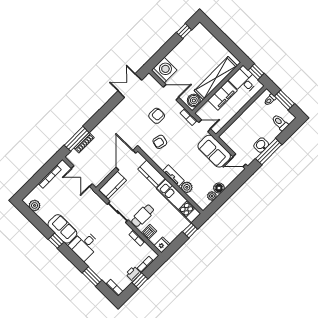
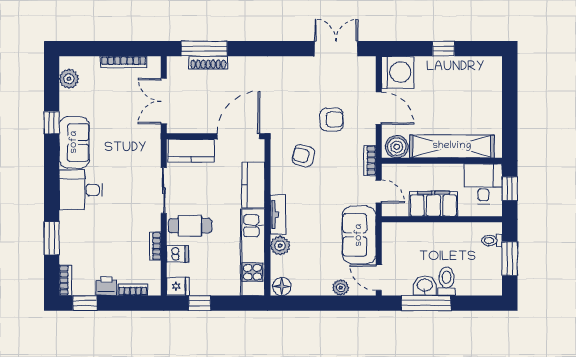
window: (184, 31) -> (444, 49), moved
filing cabinet: (223, 95) -> (433, 204), moved, turned 180
toilet: (280, 123) -> (447, 281), moved
floor lamp: (219, 188) -> (282, 286), moved
plant: (212, 196) -> (341, 288), moved
window: (190, 230) -> (200, 303), moved
window: (56, 241) -> (52, 123), moved
window: (140, 281) -> (85, 303), moved

